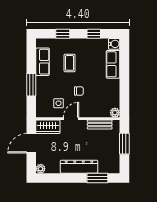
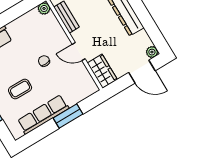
row of seats: (43, 62) -> (43, 114), width x1.48
side table: (59, 103) -> (70, 75), removed
door: (31, 143) -> (142, 72), moved

